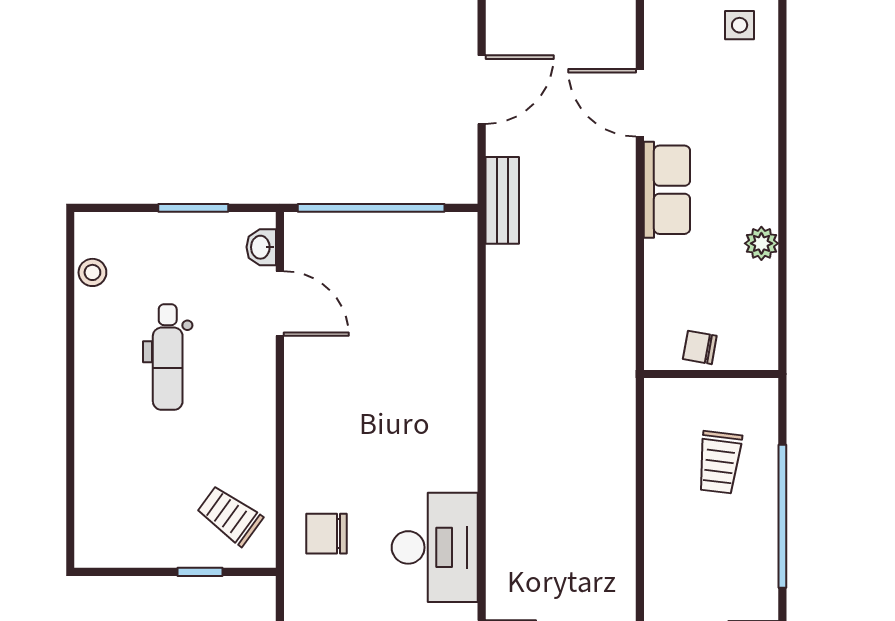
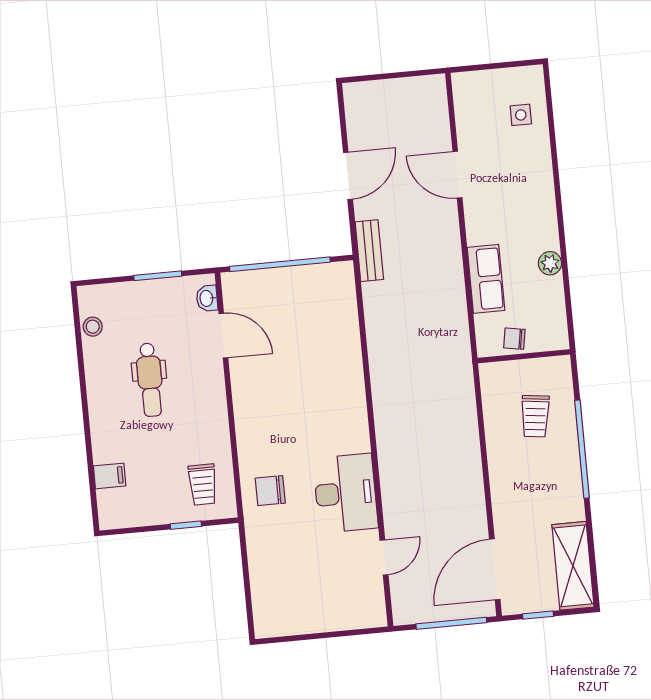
row of seats: (667, 190) -> (486, 279), moved
filing cabinet: (96, 490) -> (110, 476), added
trolley: (230, 516) -> (203, 485), turned -126

